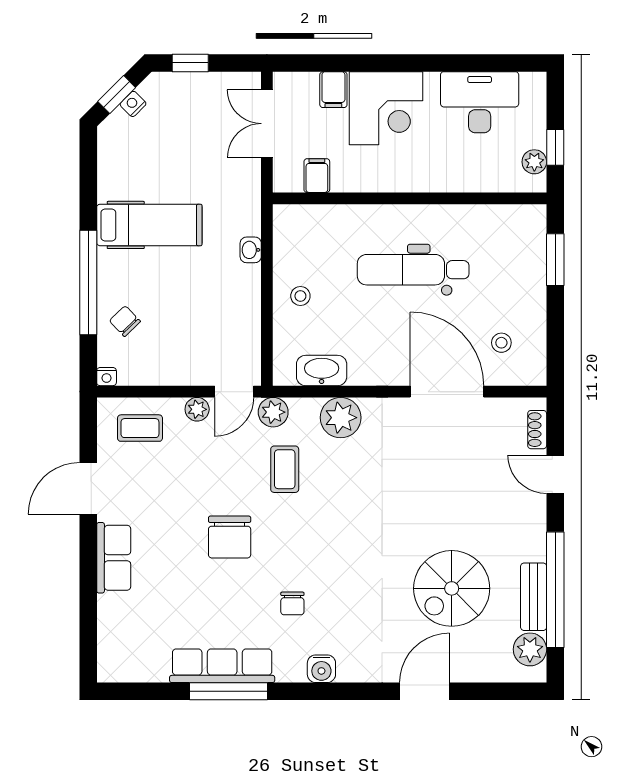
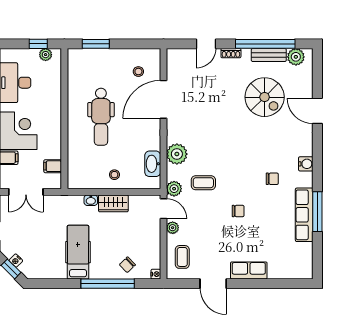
wardrobe: (244, 294) -> (113, 203), added
shoe rack: (537, 430) -> (231, 53), moved
chair: (230, 537) -> (238, 211), width x0.54, depth x0.54

